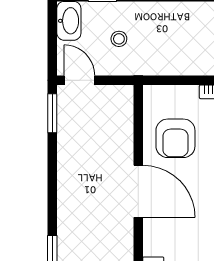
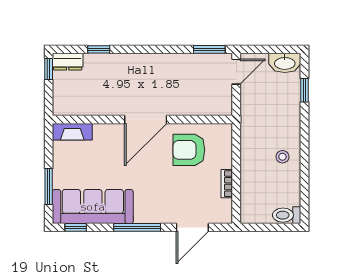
stool: (119, 39) -> (282, 157), moved

